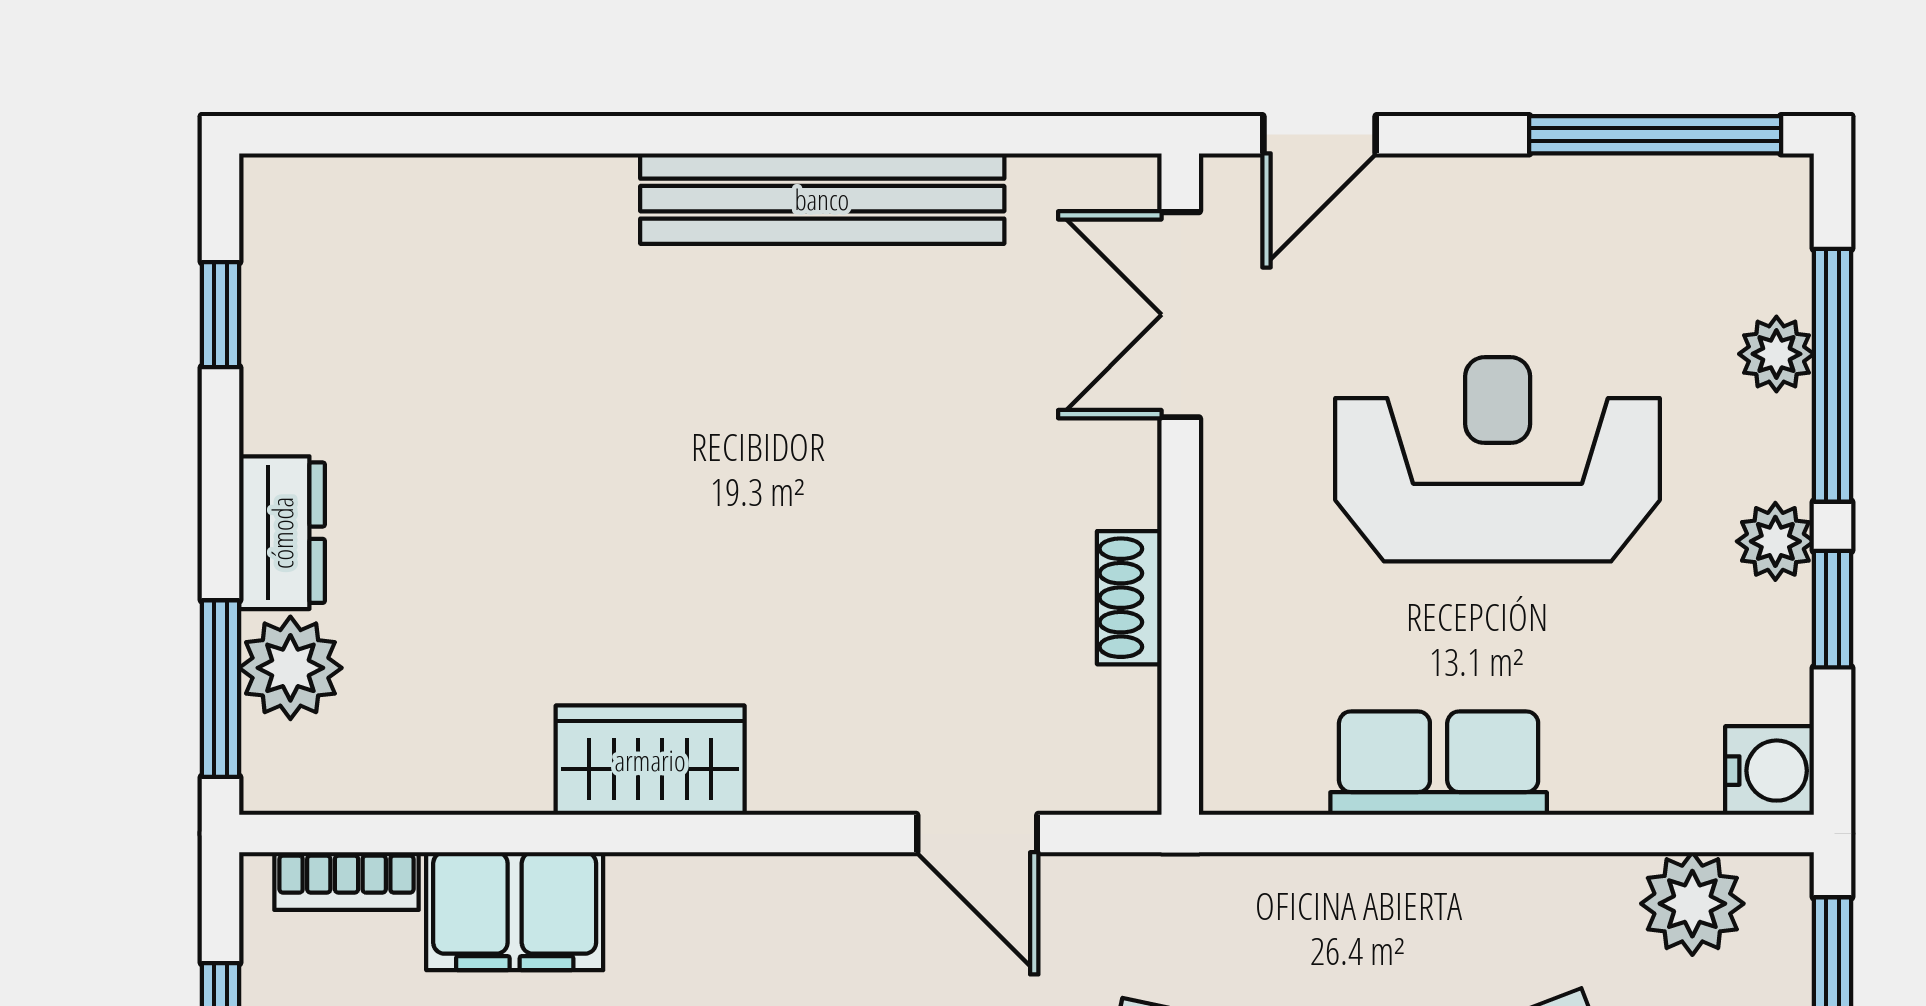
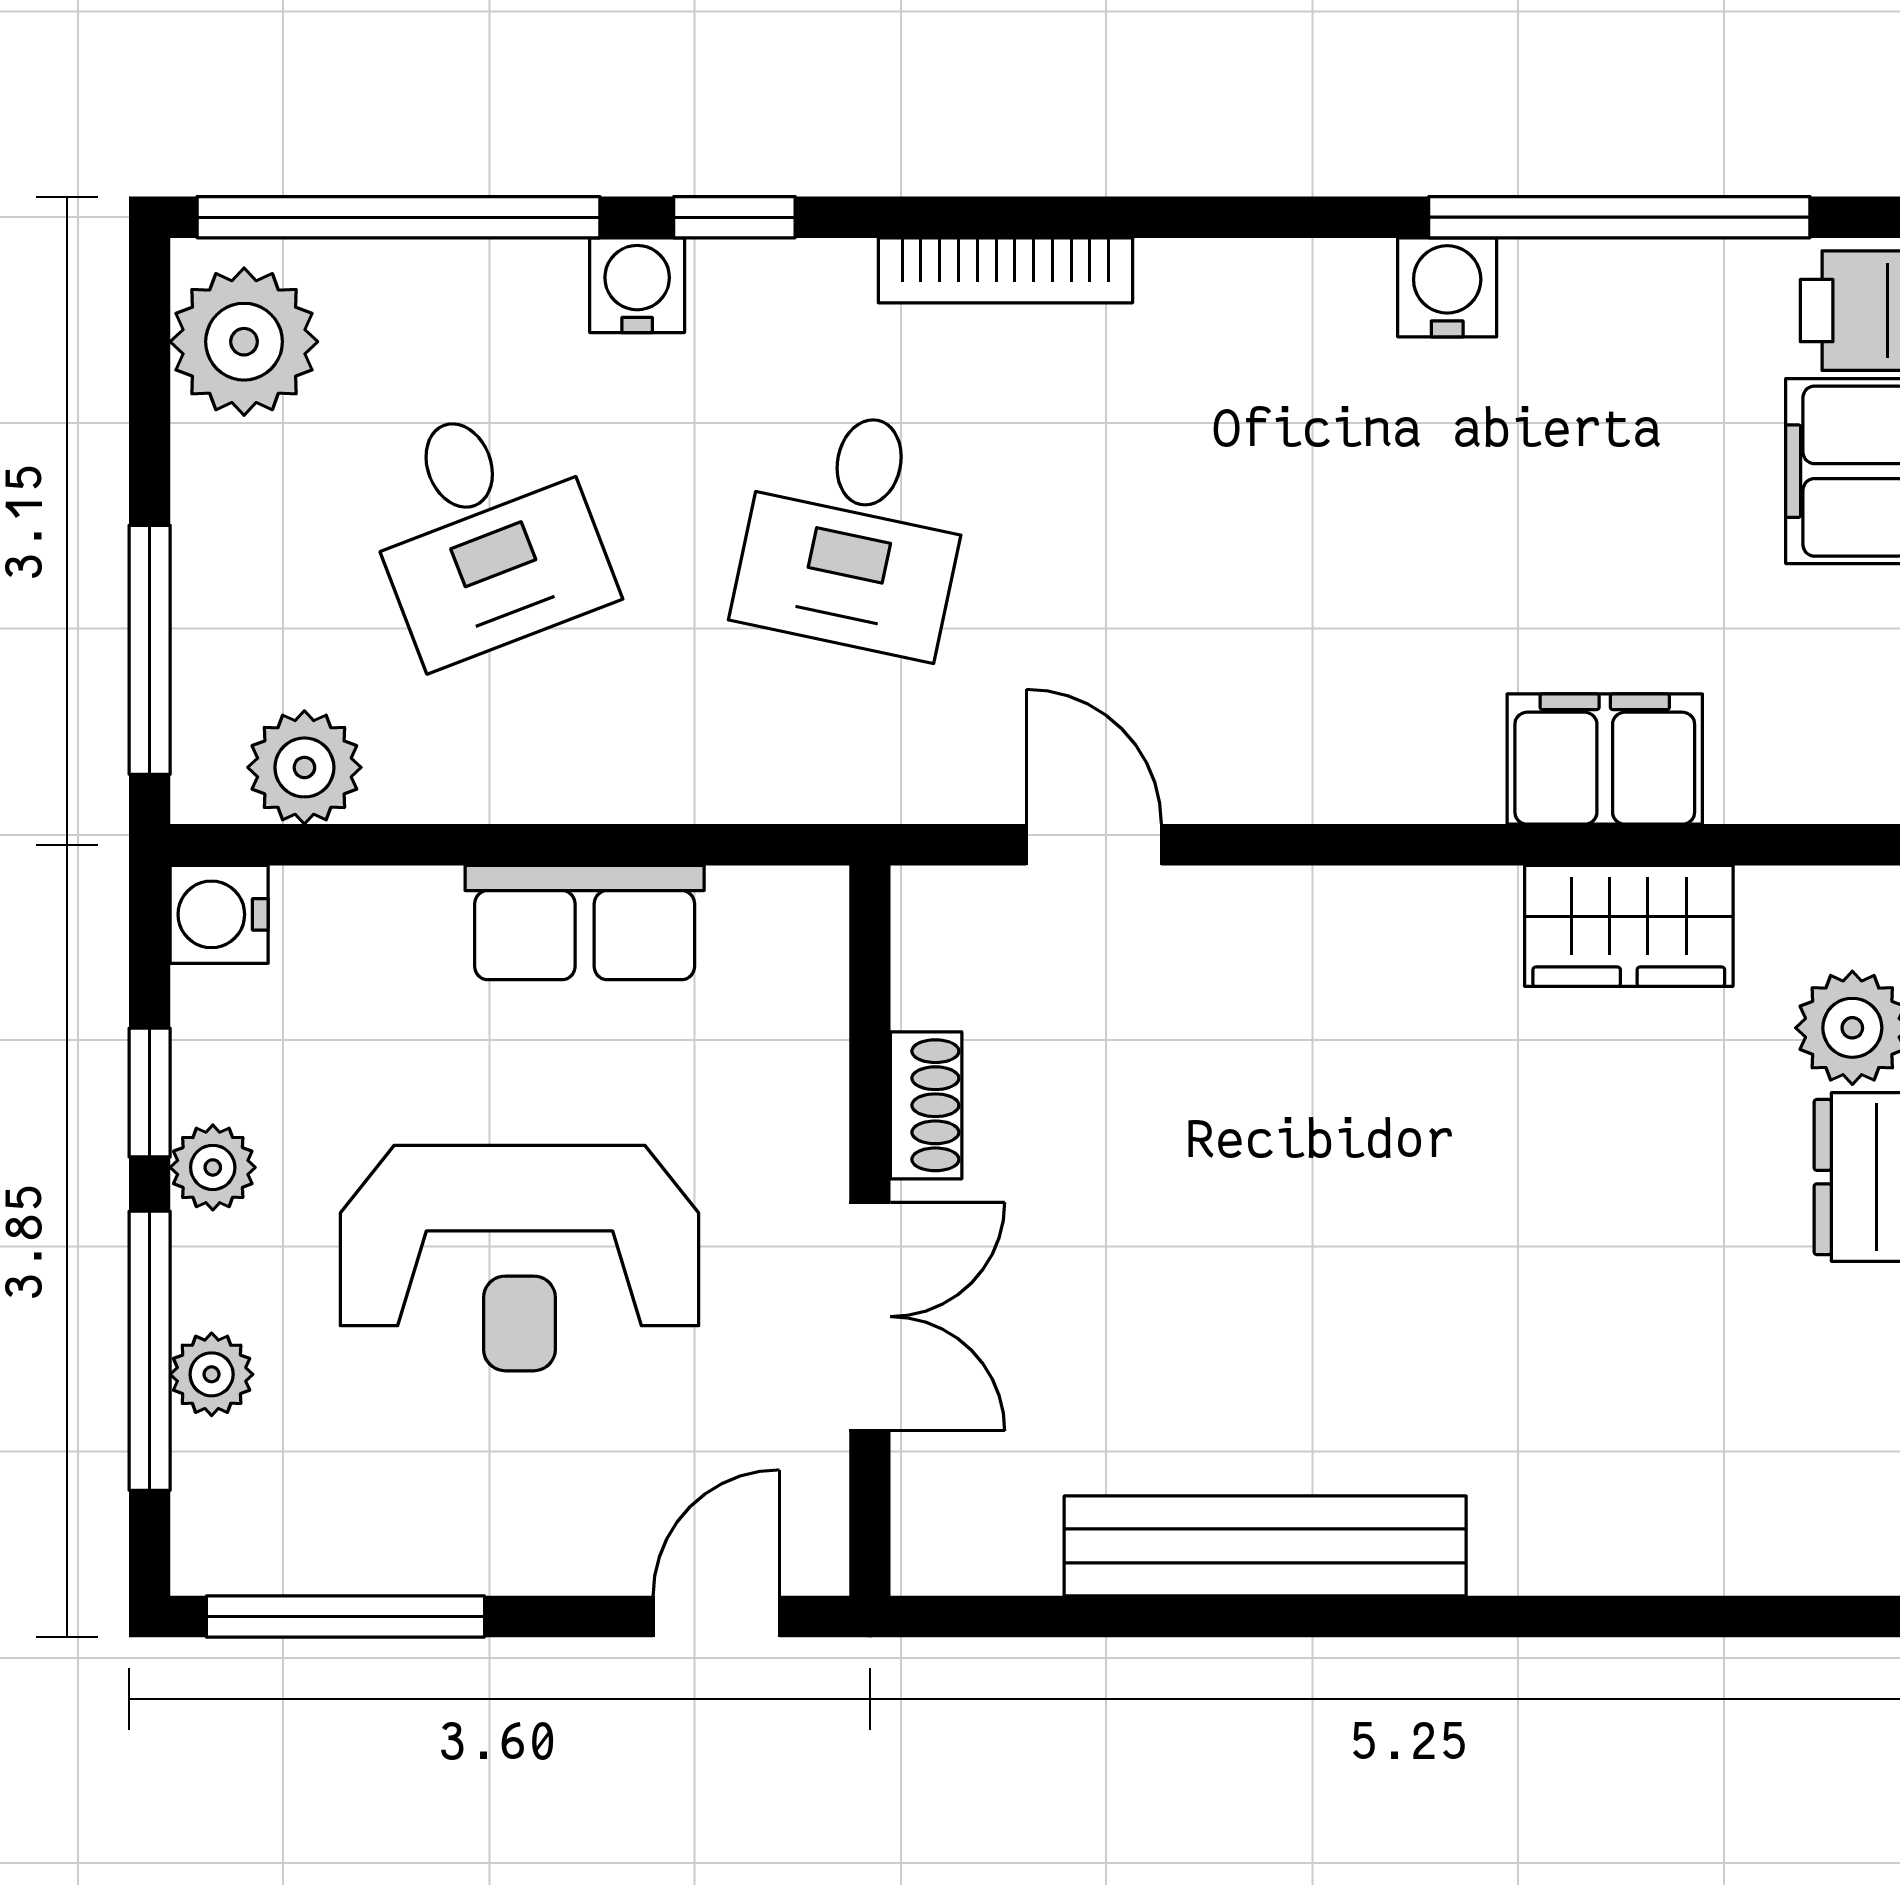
double door: (1180, 315) -> (870, 1317), moved
wardrobe: (650, 760) -> (1629, 926), moved
bookcase: (346, 881) -> (1790, 792), removed

